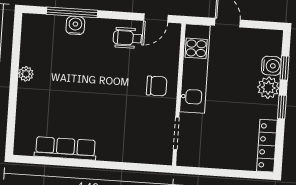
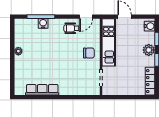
water cooler: (271, 66) -> (150, 26), moved

